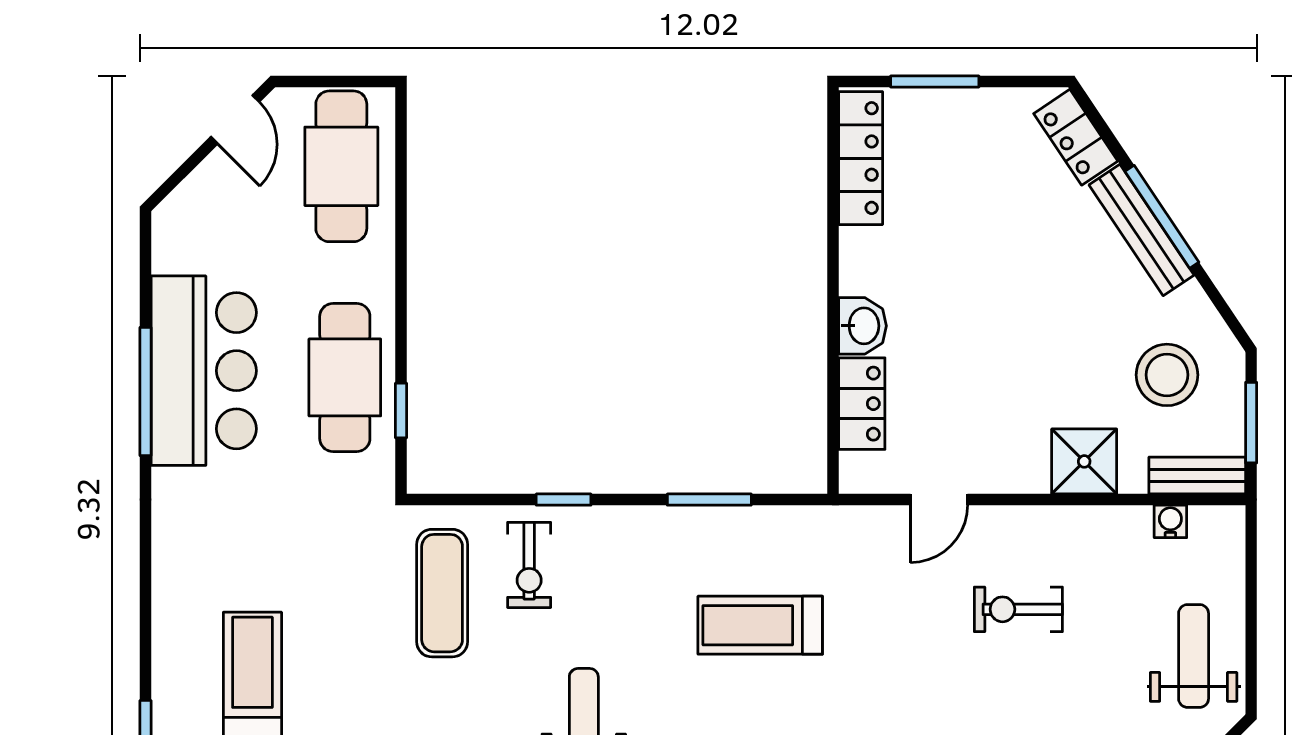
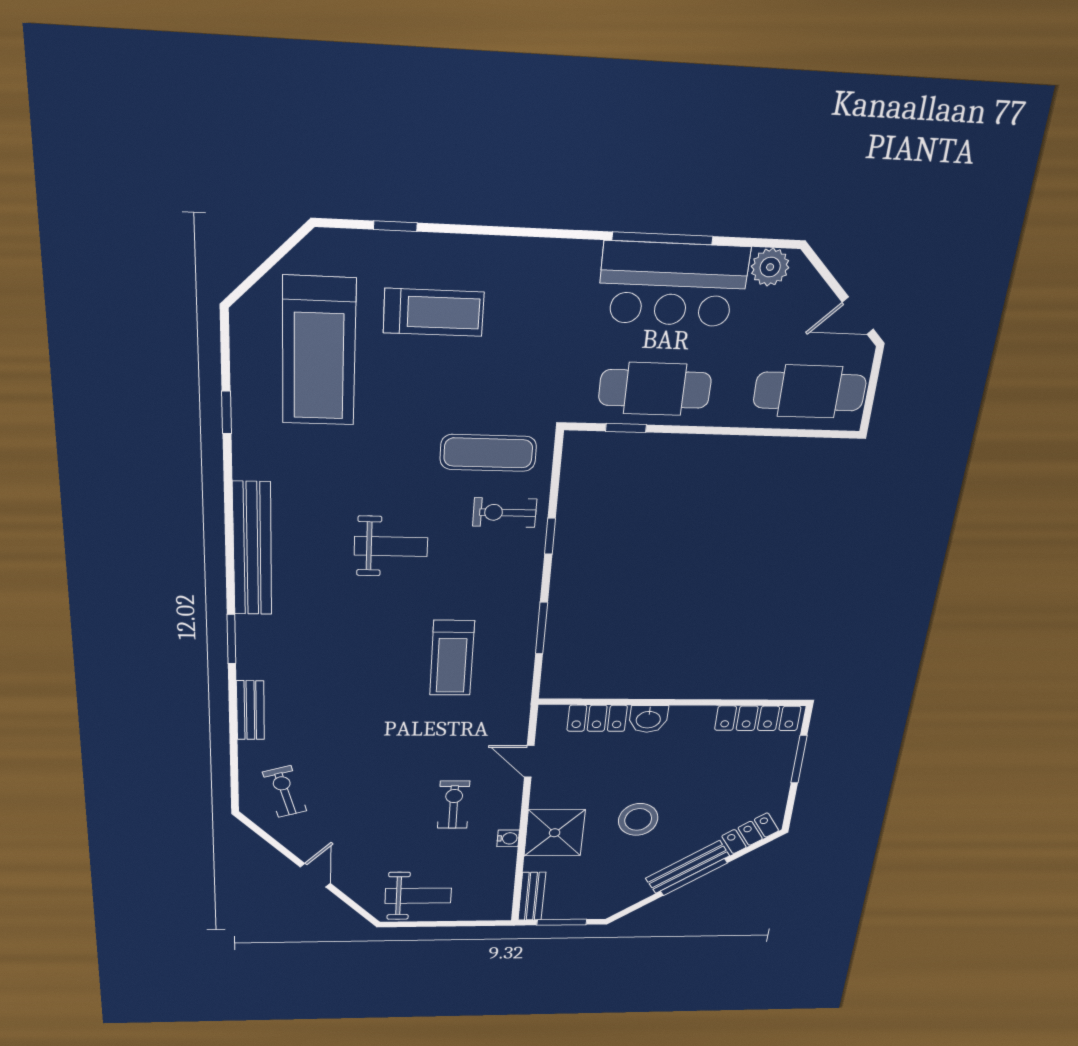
plant: (176, 247) -> (770, 267), added
stool: (1167, 375) -> (638, 819), moved
shower: (1084, 461) -> (555, 833), width x1.36, depth x1.36
water cooler: (1170, 521) -> (508, 838), moved
treadmill: (760, 625) -> (452, 658), turned 180

